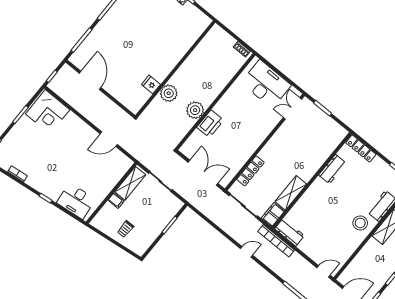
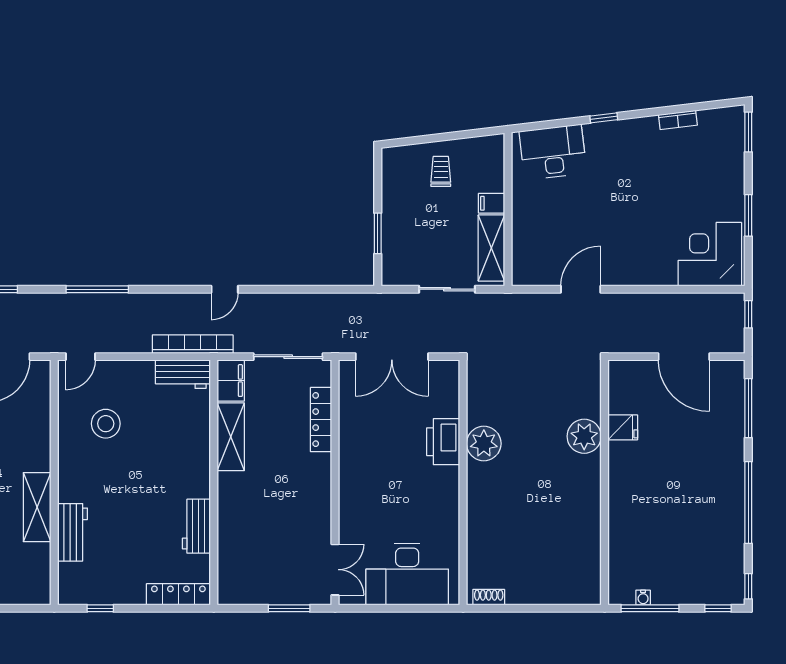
wall: (175, 69) -> (605, 482), moved
fridge: (151, 84) -> (623, 427), moved
plant: (169, 93) -> (584, 436), moved
stool: (360, 223) -> (106, 424), moved

